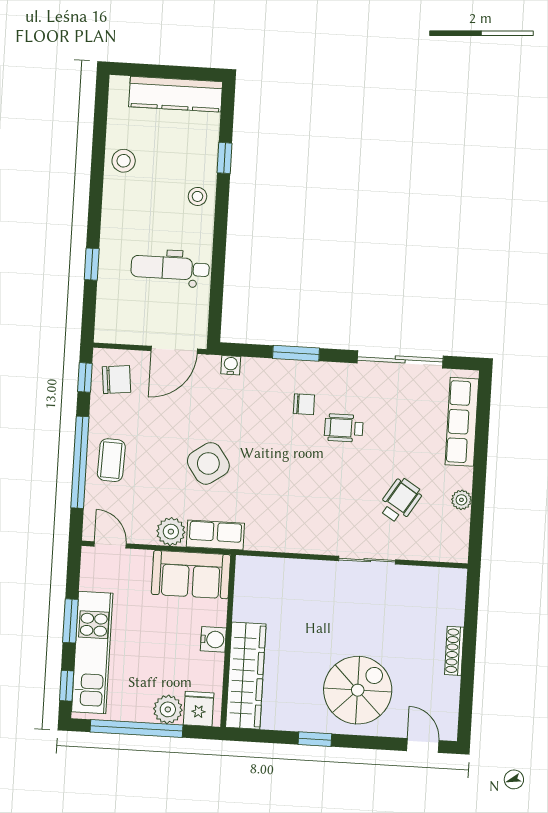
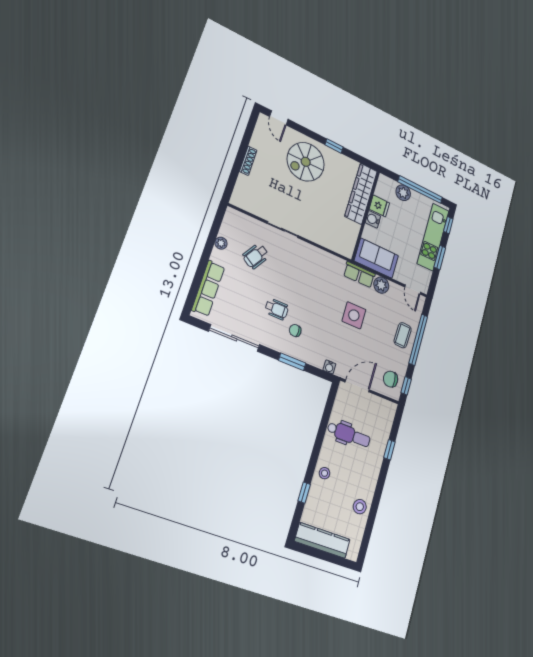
side table: (208, 463) -> (354, 315), turned 35
fridge: (199, 709) -> (379, 206), moved, turned -90

